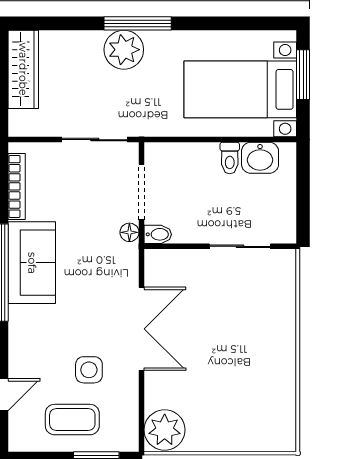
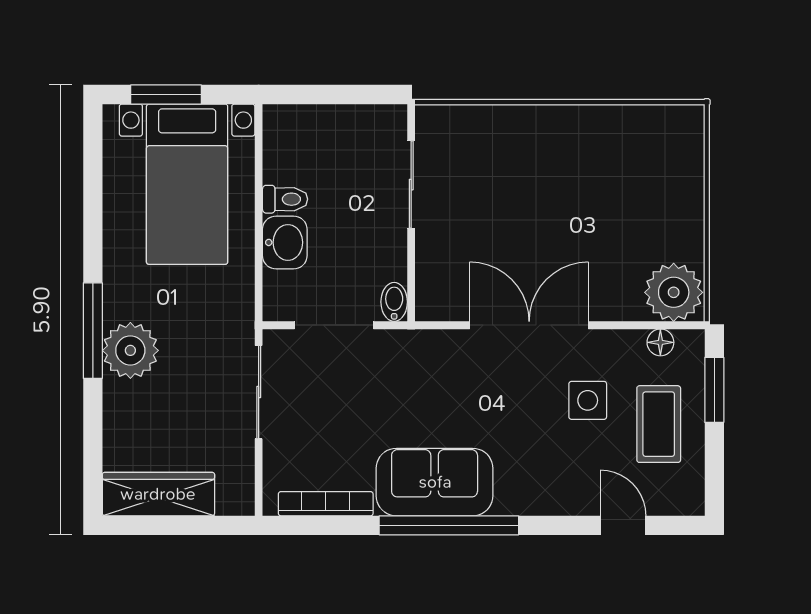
washbasin: (260, 158) -> (285, 242), moved
floor lamp: (129, 232) -> (660, 342), moved

